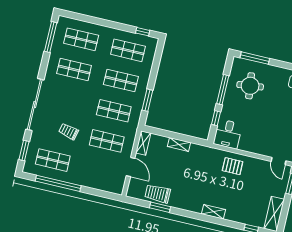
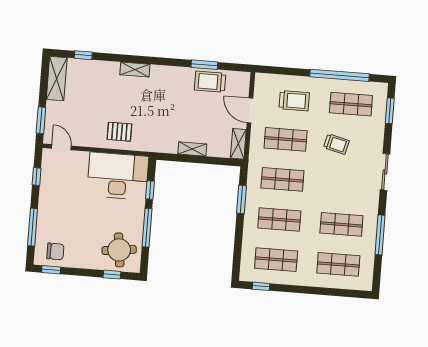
window: (51, 37) -> (380, 235), moved
window: (255, 58) -> (112, 275), width x0.46
round table: (250, 86) -> (119, 250), moved
sliding door: (35, 105) -> (385, 172), width x0.54
desk: (228, 134) -> (118, 176), width x1.87, depth x1.30
trolley: (96, 169) -> (294, 101), added
trolley: (158, 194) -> (210, 82), turned 180

